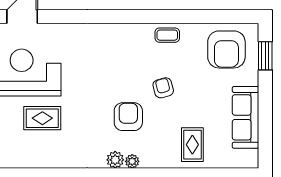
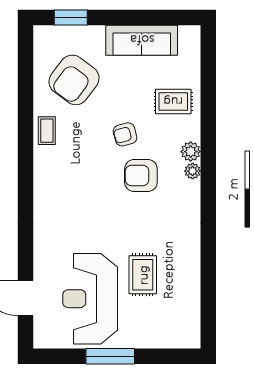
armchair: (226, 49) -> (74, 80), moved, turned 127
armchair: (163, 88) -> (125, 134), moved
plant: (115, 160) -> (191, 152), moved

